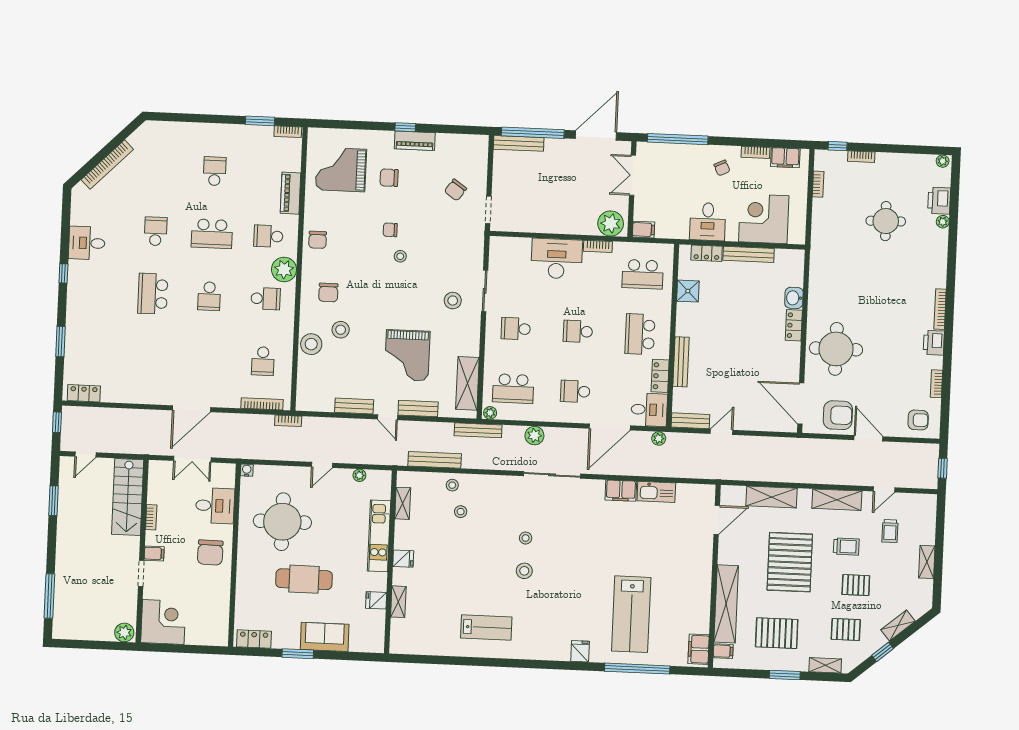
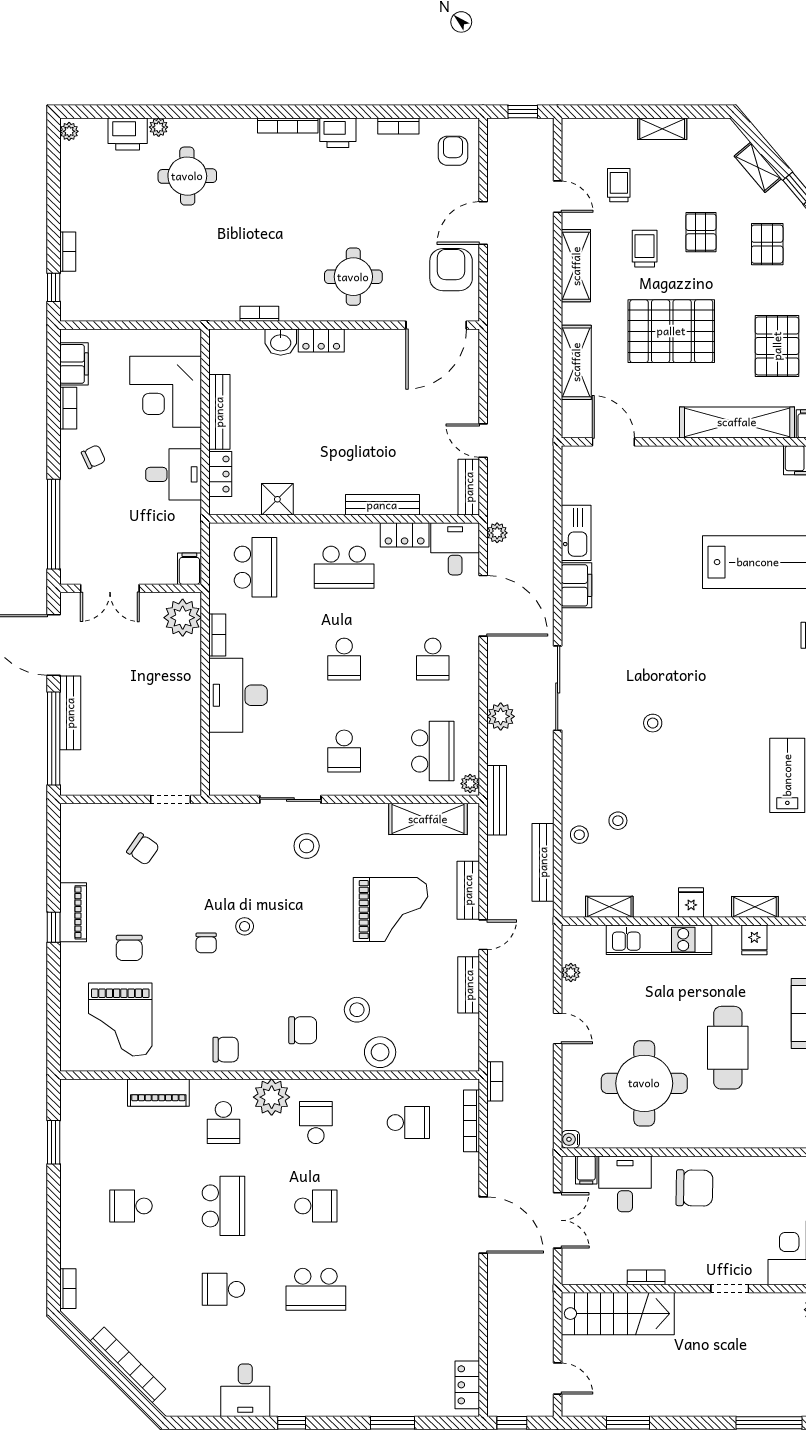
bookcase: (288, 132) -> (68, 1289), moved
bench: (519, 143) -> (70, 713), moved
bookcase: (818, 184) -> (259, 314), moved
round table: (886, 221) -> (187, 176), moved
round table: (836, 349) -> (353, 277), width x0.73, depth x0.73
trolley: (890, 531) -> (619, 185), turned -90
filing cabinet: (154, 554) -> (586, 1170), moved, turned 180
stool: (524, 571) -> (701, 723), removed

